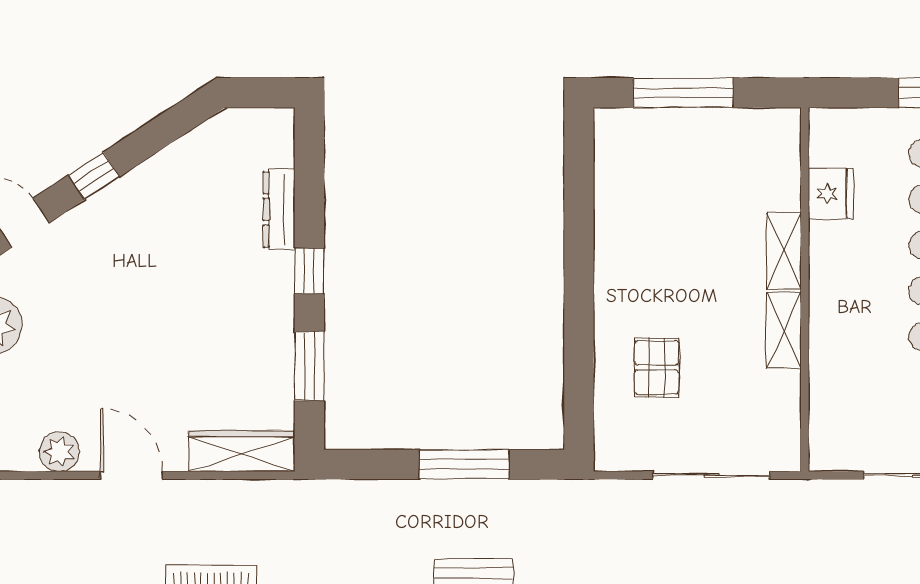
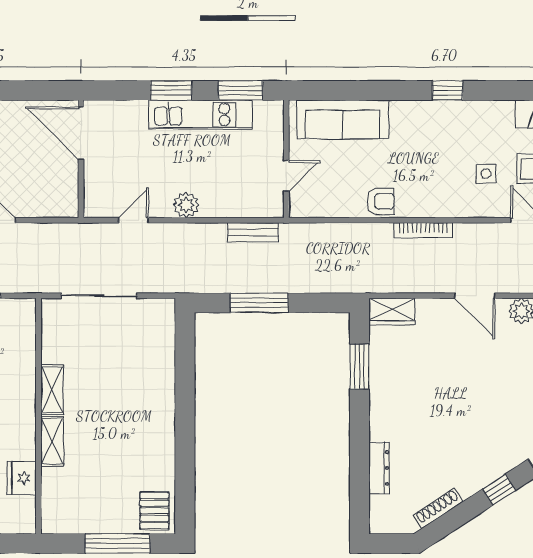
shoe rack: (188, 147) -> (438, 508), added
window: (309, 271) -> (360, 428), removed
pallet: (657, 367) -> (154, 511), moved
wardrobe: (242, 451) -> (392, 311), width x0.67

